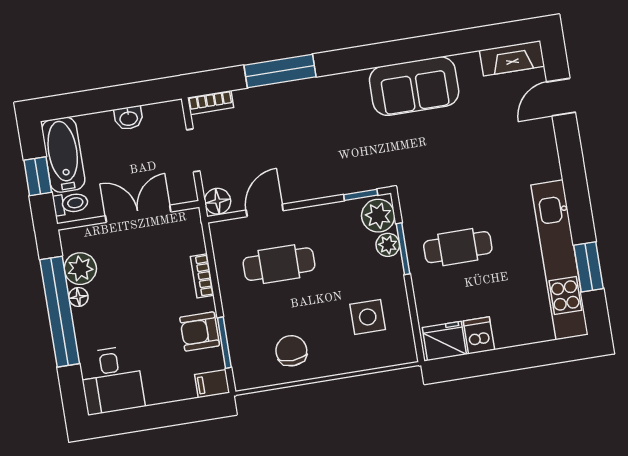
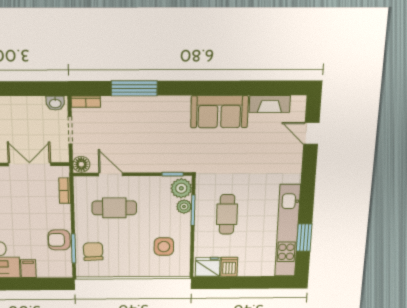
fireplace: (512, 58) -> (270, 104), moved
door: (561, 97) -> (311, 133), hinge flipped
washbasin: (129, 118) -> (55, 103), moved
door: (265, 210) -> (110, 174), hinge flipped
cafe table: (458, 247) -> (227, 214), turned 90
bookcase: (202, 276) -> (65, 191), moved
chair: (291, 351) -> (93, 252), moved
filing cabinet: (212, 384) -> (28, 269), moved, turned 90

